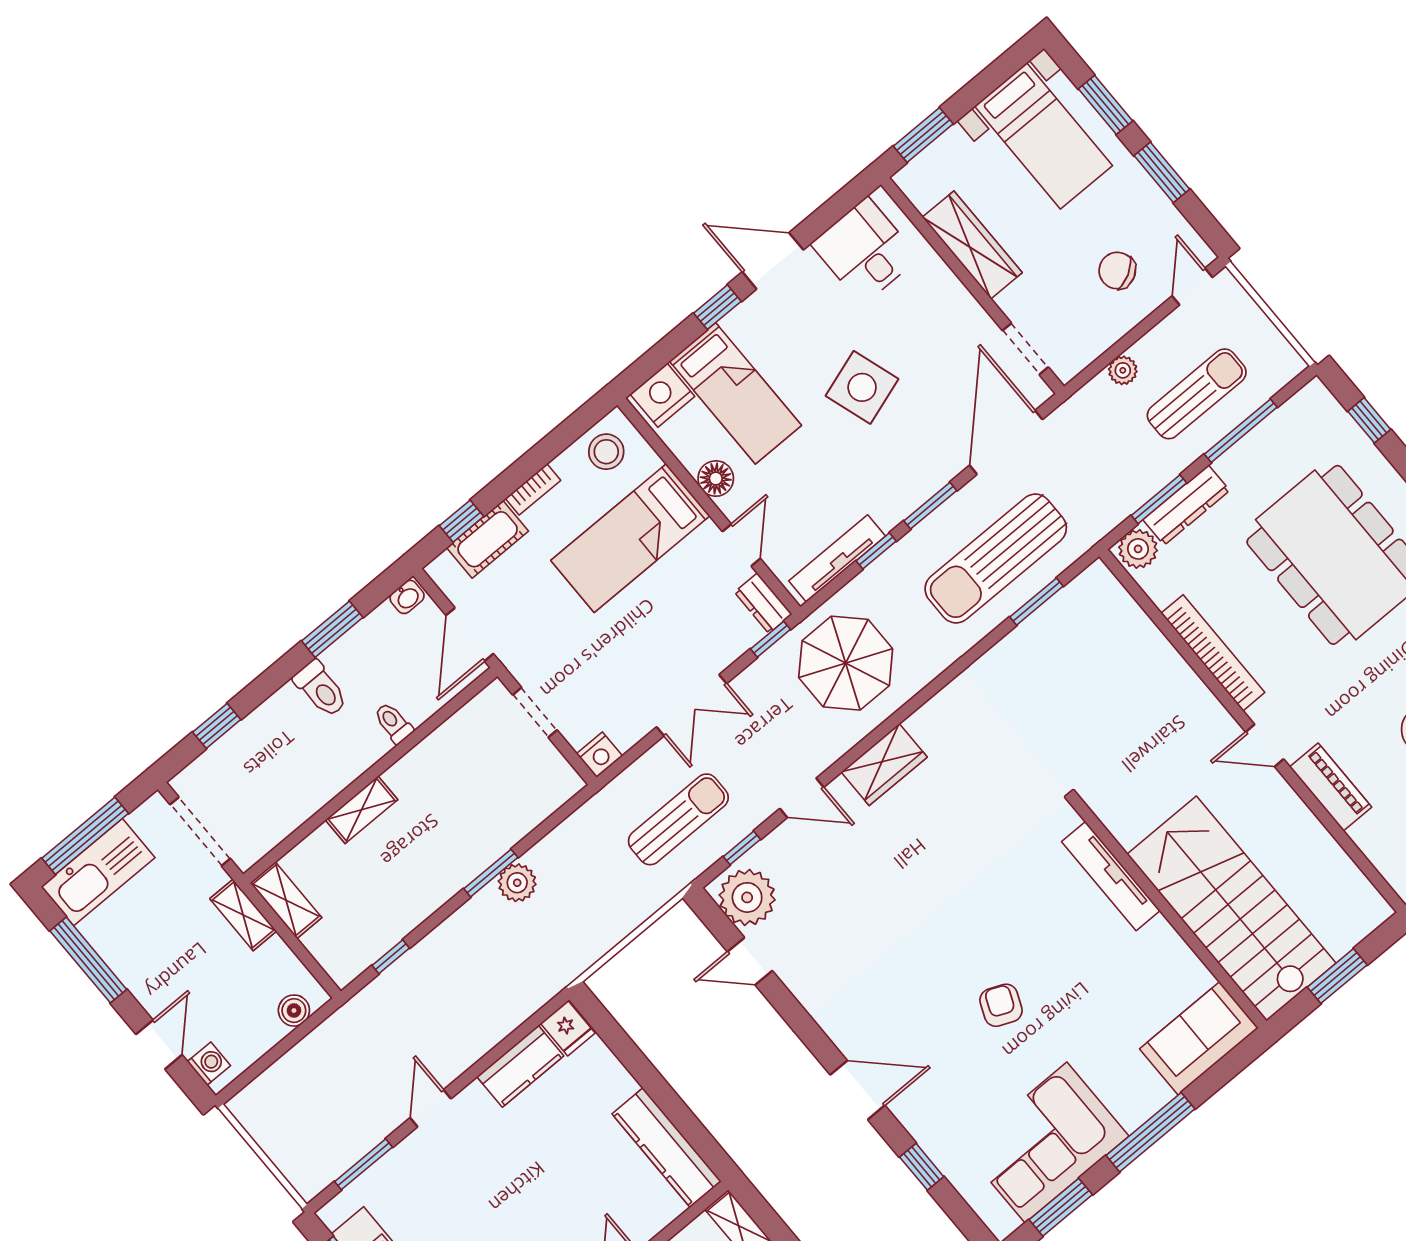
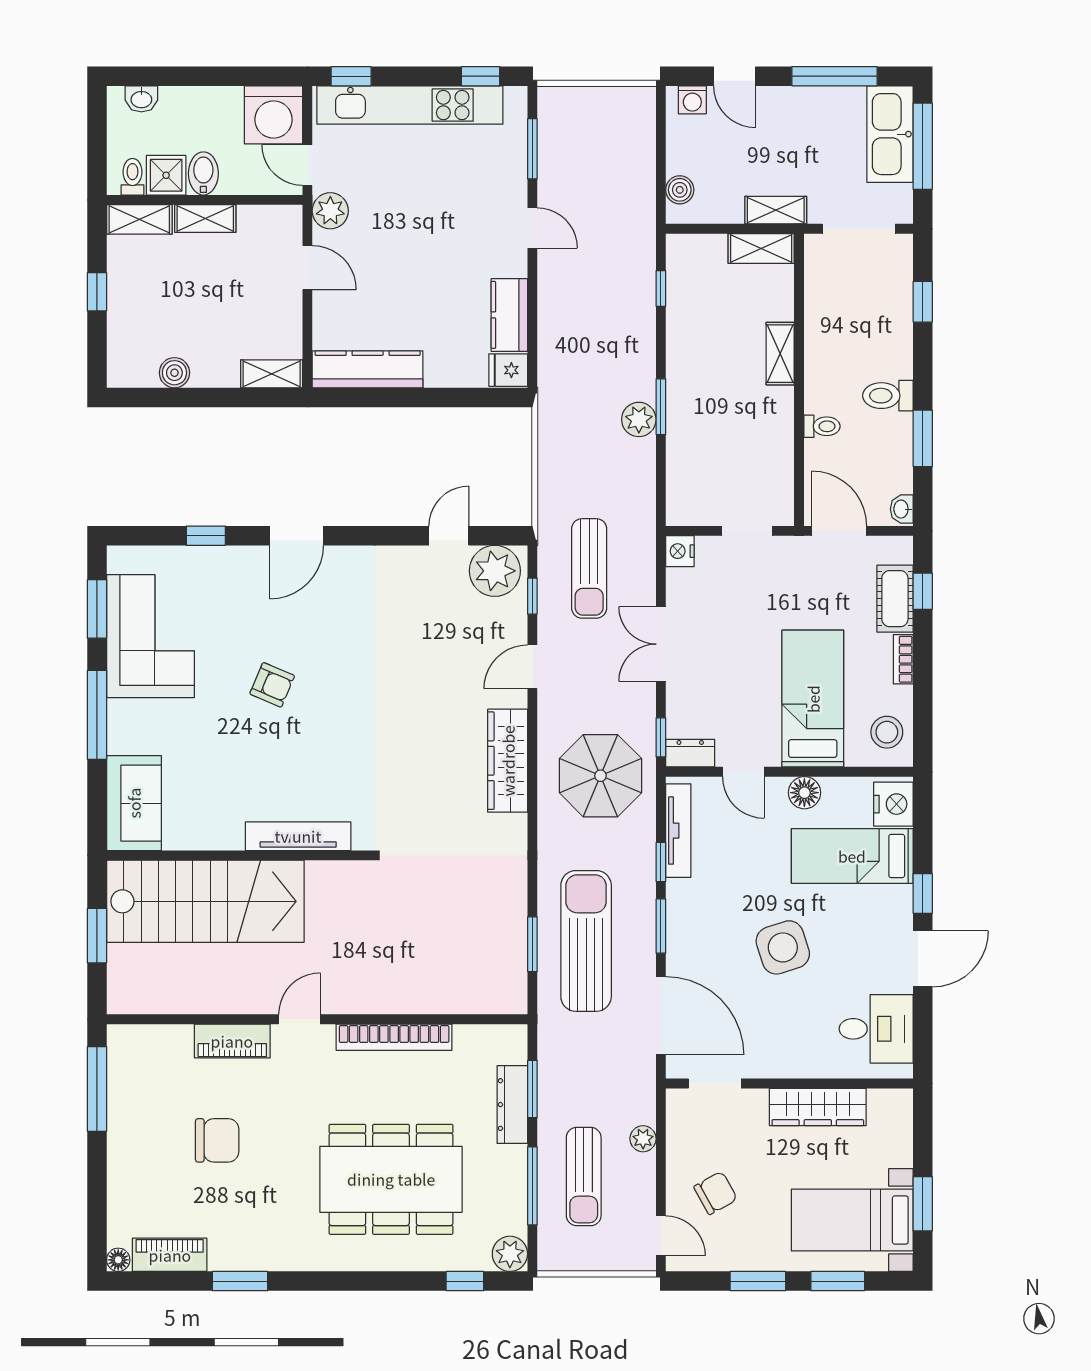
window: (923, 135) -> (923, 1204), moved
plant: (1138, 549) -> (510, 1254), moved
wardrobe: (884, 765) -> (508, 761), width x1.50

